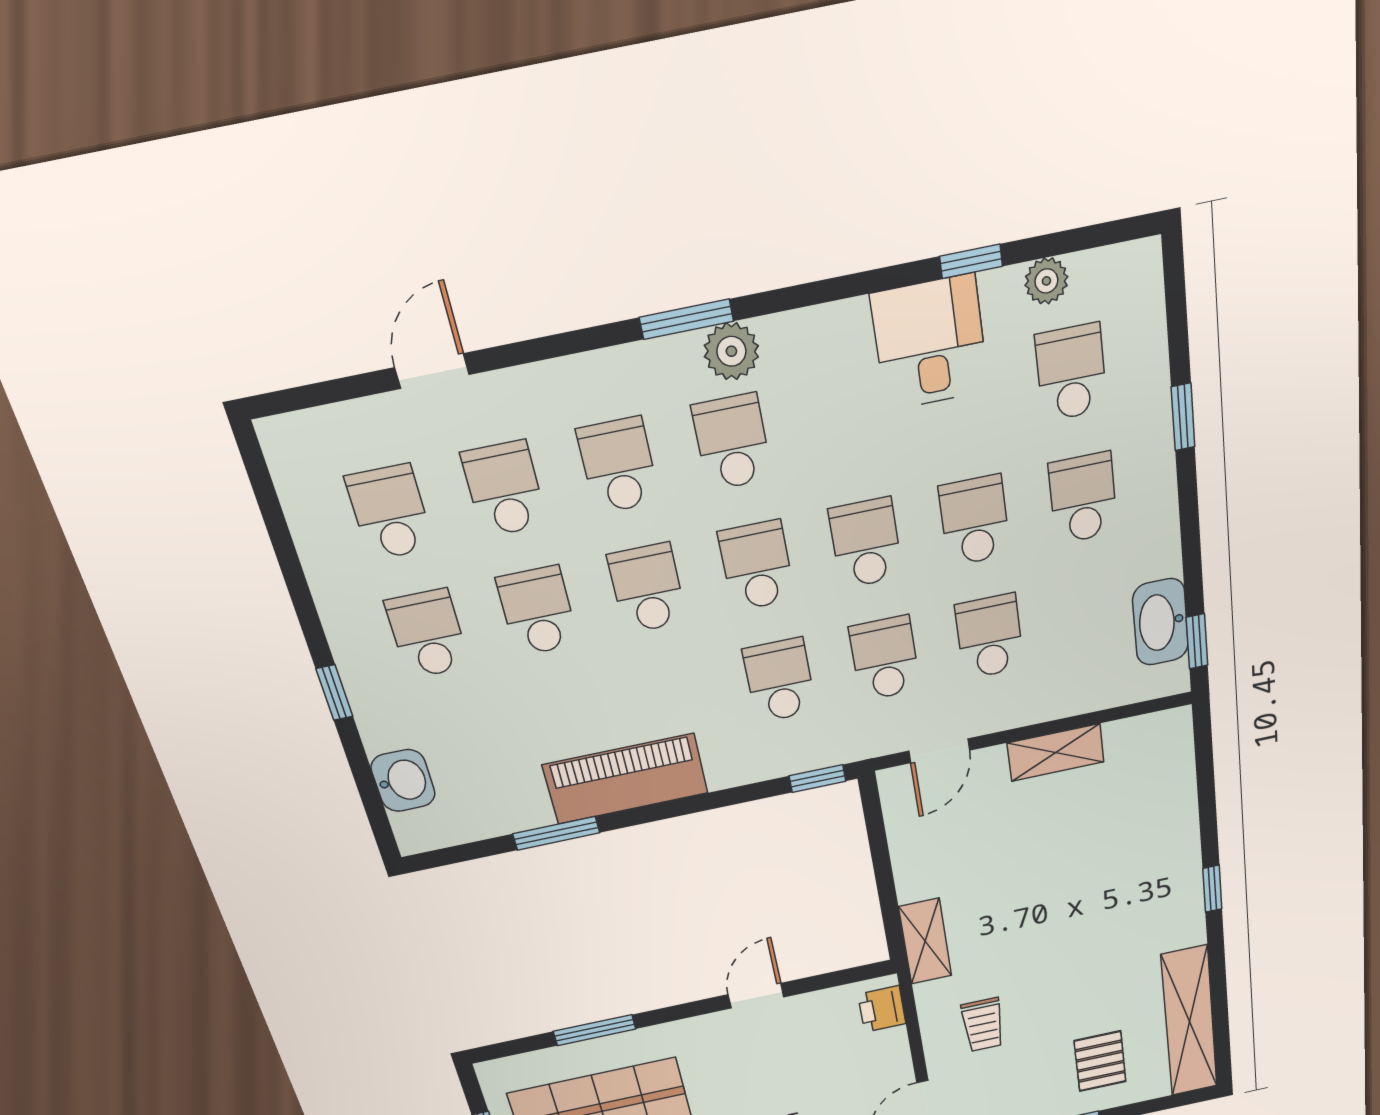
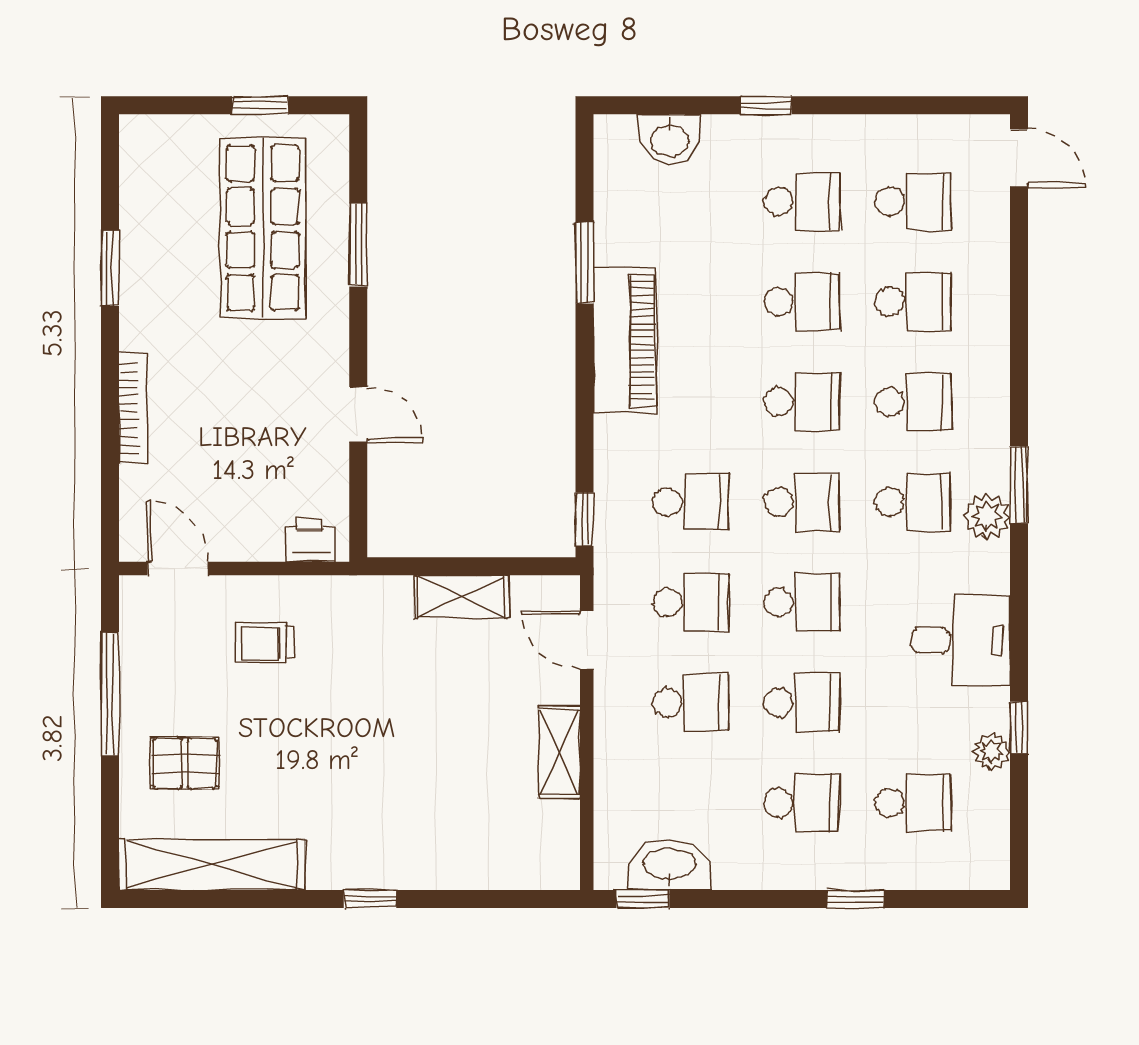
plant: (1046, 281) -> (992, 752), moved
desk: (930, 343) -> (961, 641), moved
door: (432, 371) -> (1019, 158), moved
shelving: (925, 941) -> (461, 596), moved

